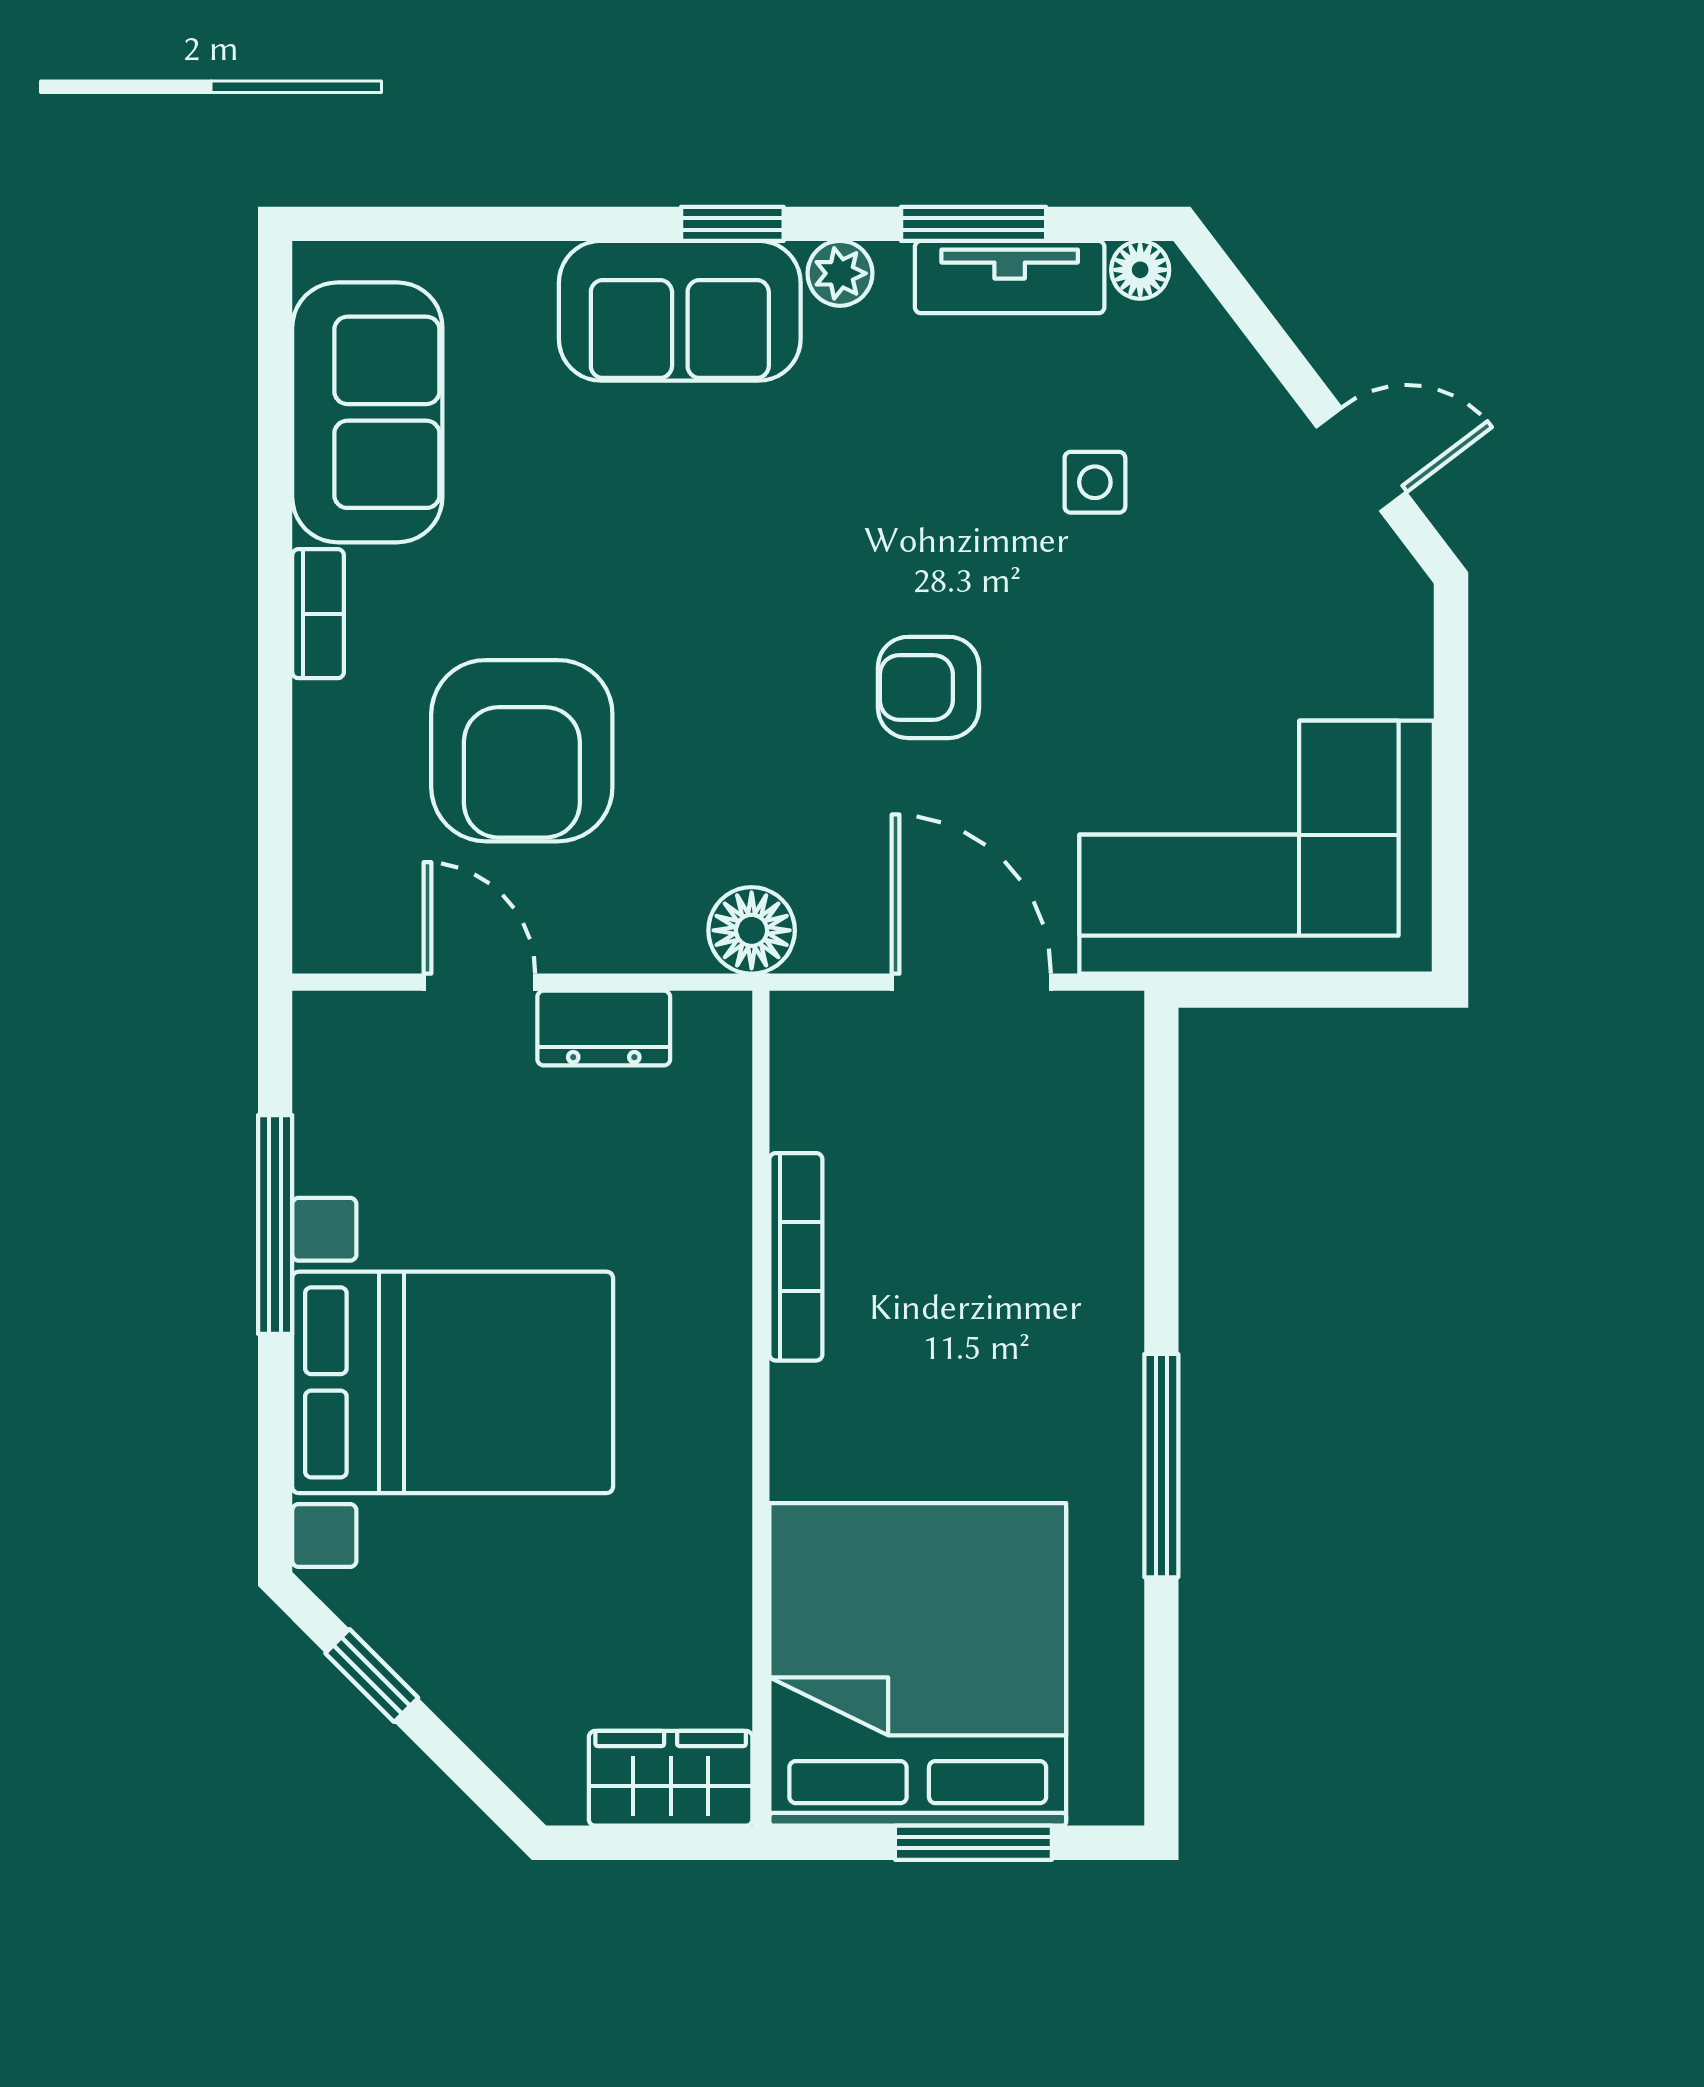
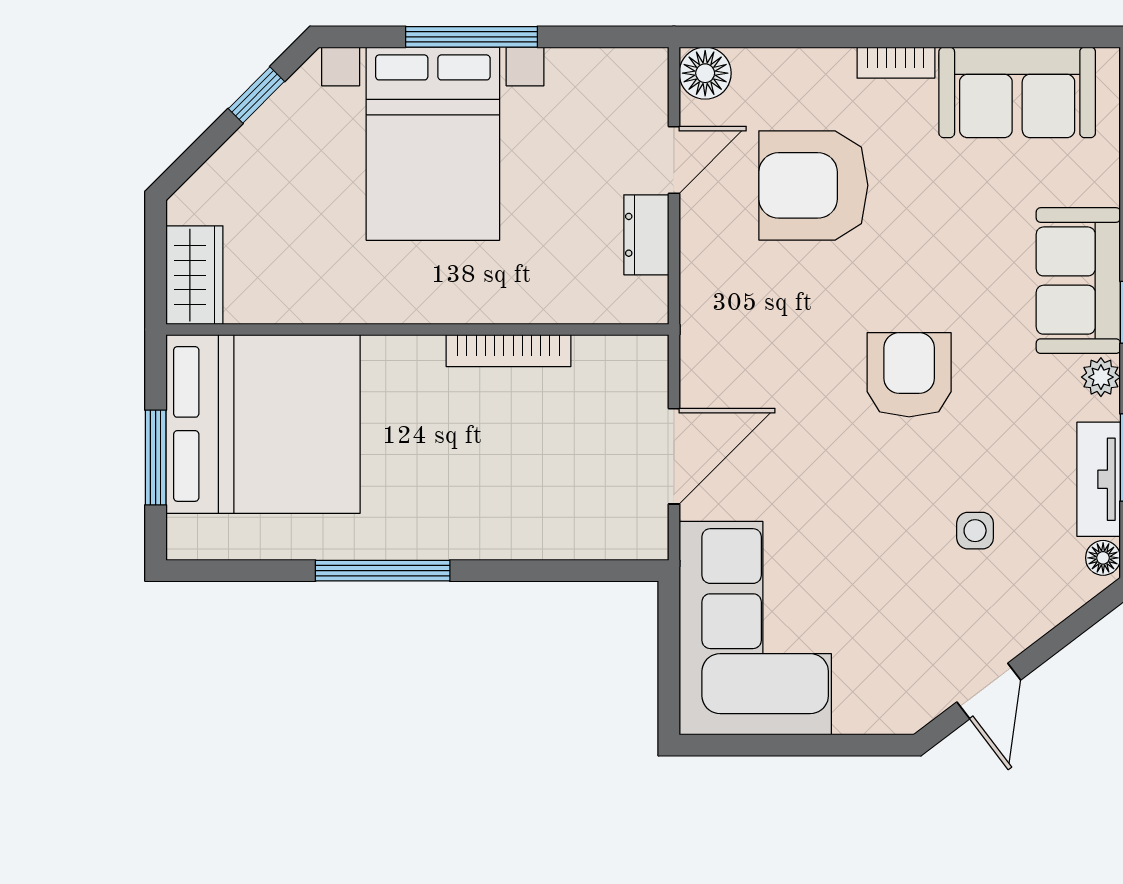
armchair: (929, 687) -> (909, 375), moved, width x1.38, depth x1.38
floor lamp: (752, 930) -> (705, 73), moved
window: (275, 1225) -> (472, 37), moved

